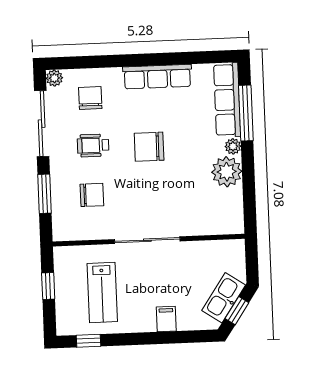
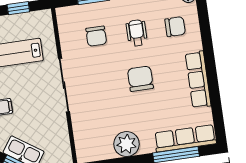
plant: (233, 146) -> (148, 147), removed

